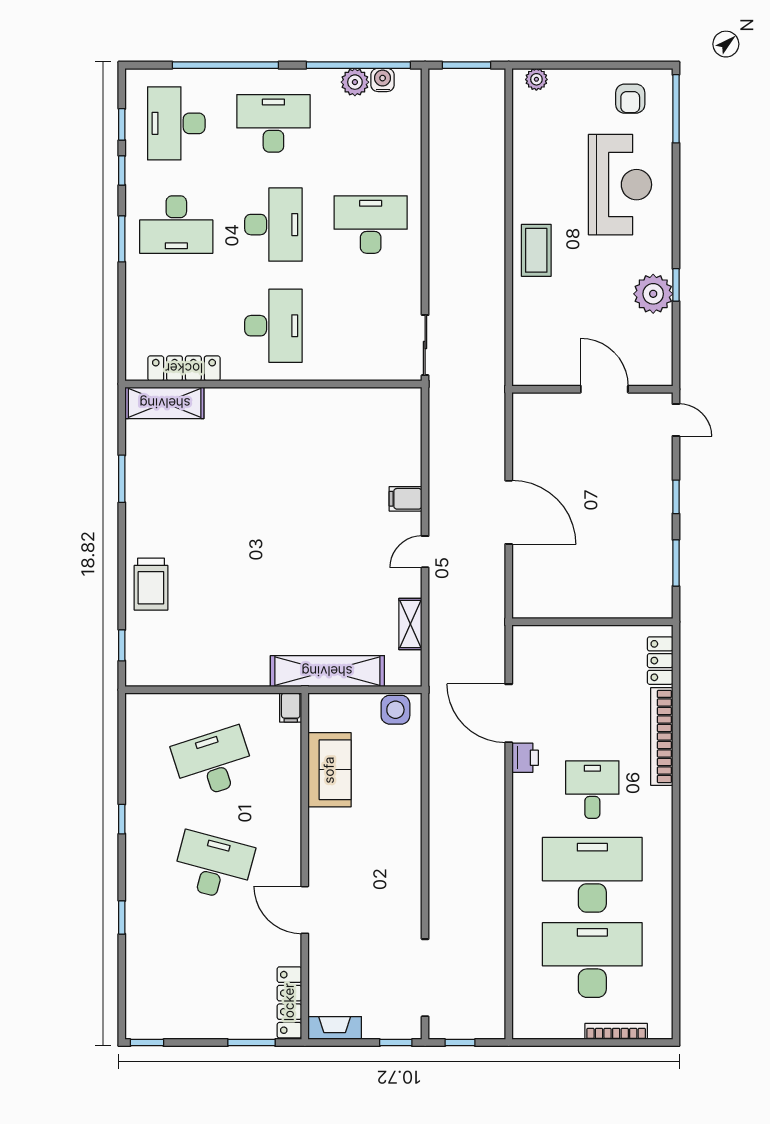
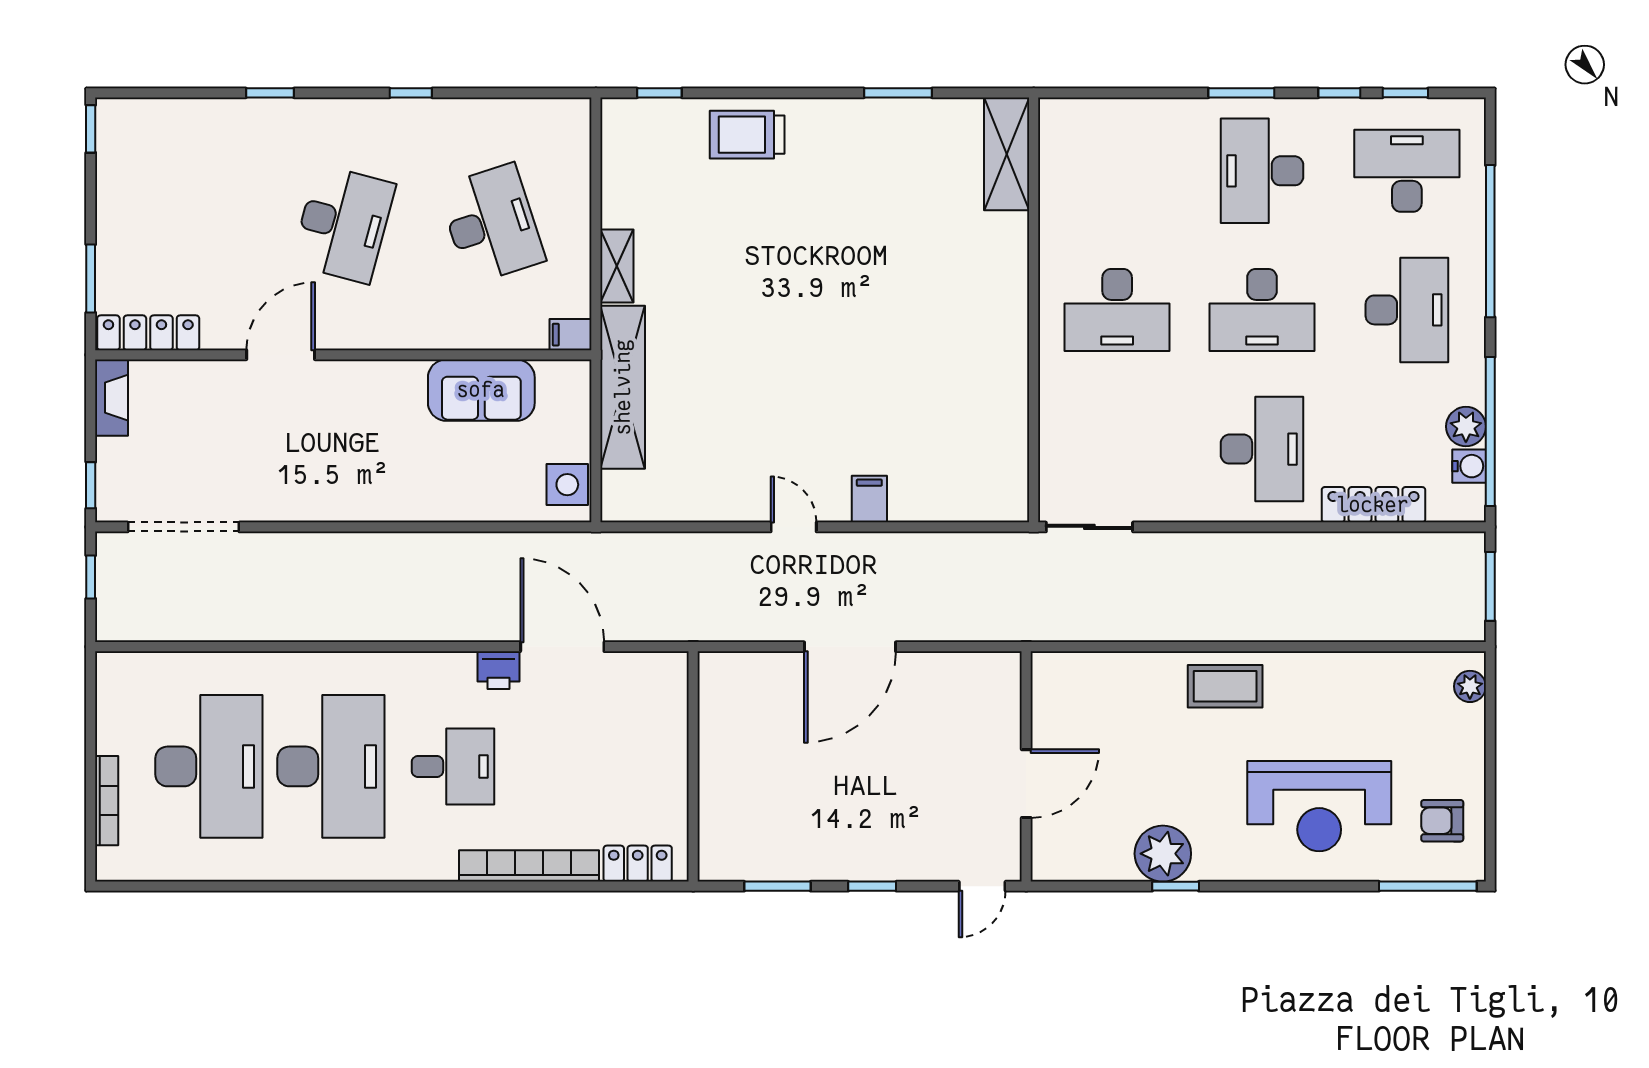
locker: (184, 368) -> (1373, 505), moved, turned -90
shelving: (410, 624) -> (617, 266), moved, turned 90
door: (509, 713) -> (562, 647), hinge flipped

